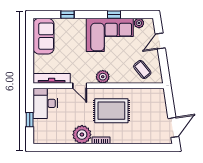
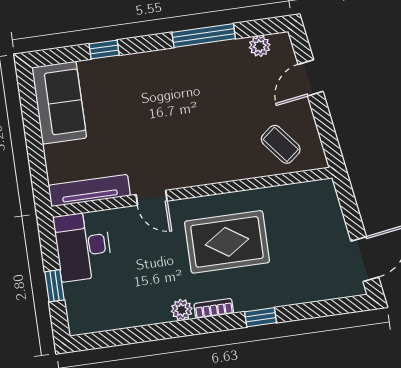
window: (114, 15) -> (204, 36), width x2.17
corner sofa: (110, 35) -> (200, 80), removed
plant: (103, 77) -> (198, 172), removed
plant: (82, 135) -> (182, 310), width x0.53, depth x0.53
window: (122, 147) -> (261, 317), added

